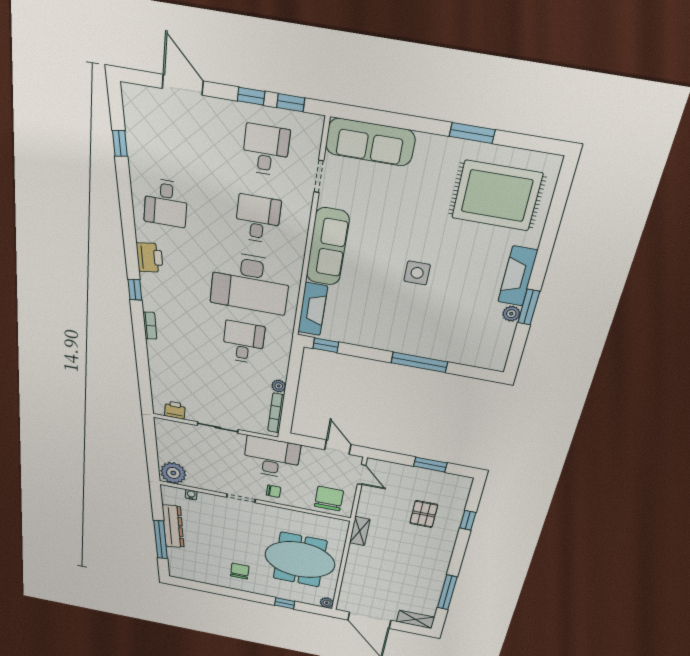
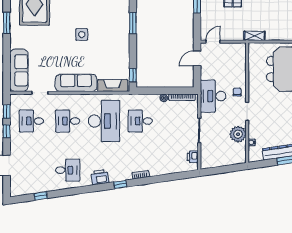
window: (419, 362) -> (133, 23), width x0.69
plant: (173, 473) -> (238, 134), moved
chair: (329, 499) -> (235, 58), removed

